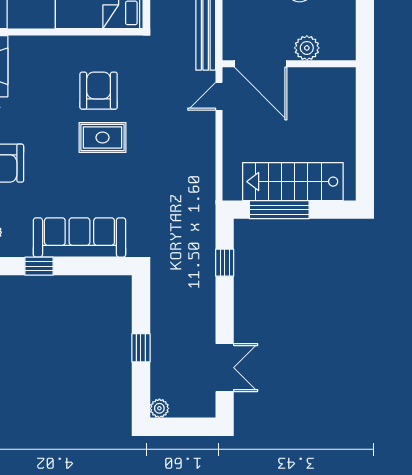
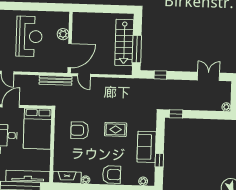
rug: (103, 138) -> (116, 129), moved, turned 90
sofa: (79, 237) -> (147, 147), width x0.73
window: (141, 348) -> (176, 114), moved

